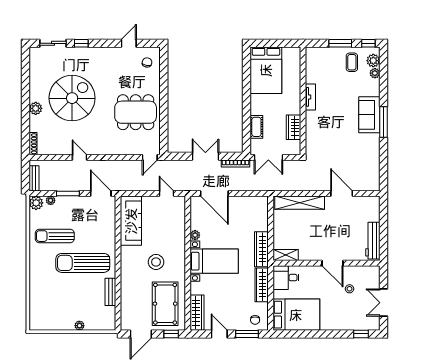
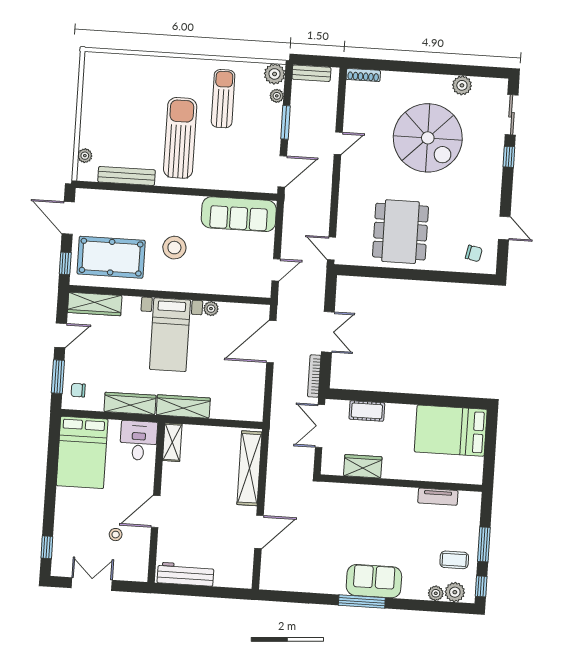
tv unit: (310, 97) -> (438, 497), moved
plant: (36, 108) -> (462, 85), moved
bench: (110, 292) -> (127, 176), width x1.36
plant: (79, 326) -> (85, 156), moved

